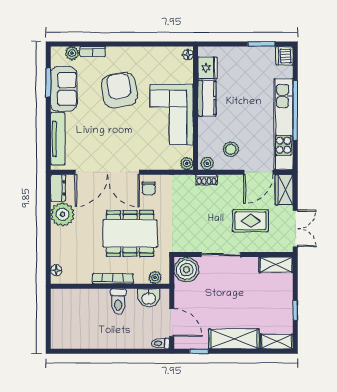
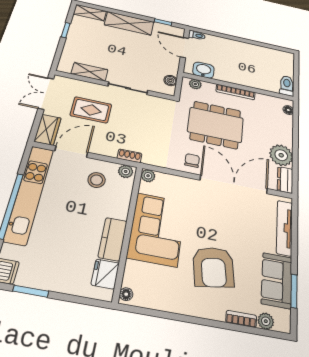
shelving: (276, 265) -> (90, 72), moved
boiler: (186, 270) -> (170, 81), width x0.54, depth x0.54
toilet: (118, 301) -> (287, 86), moved

